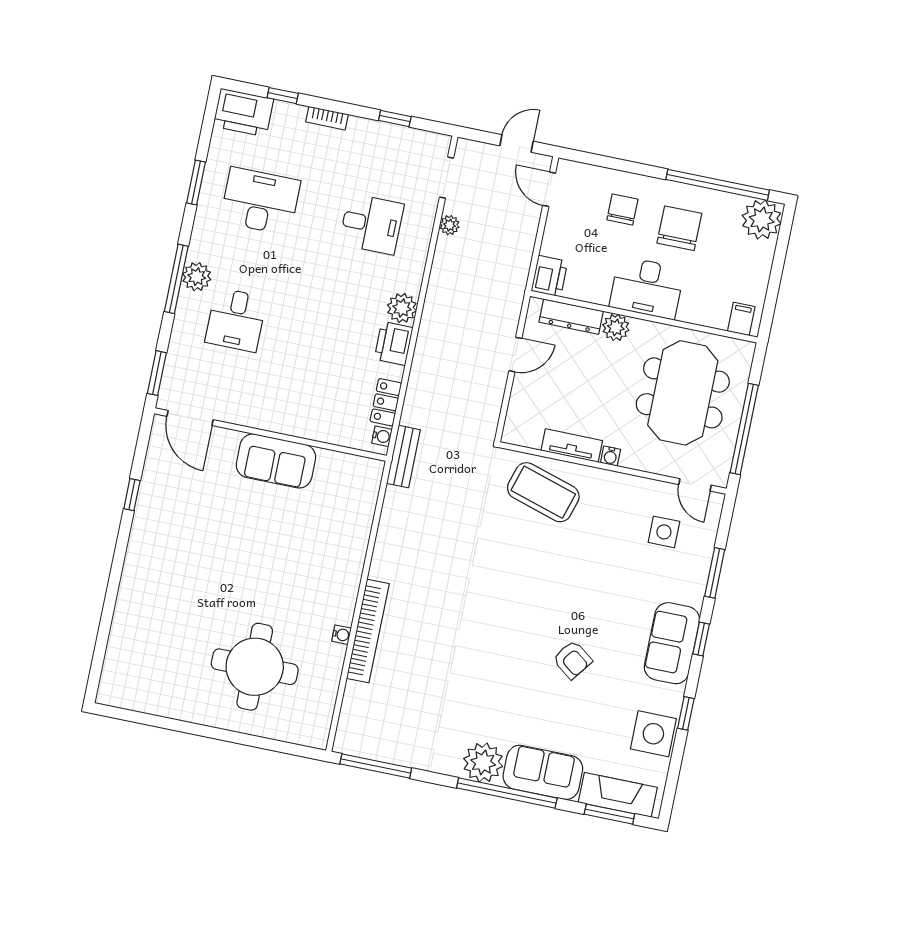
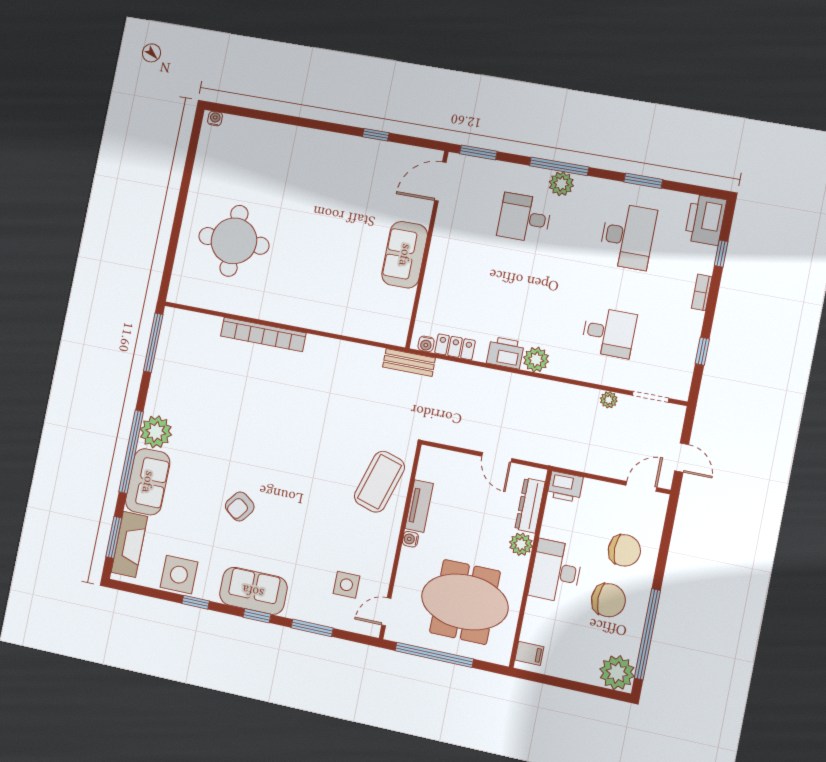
chair: (622, 209) -> (624, 550), width x1.37, depth x1.37
desk: (372, 224) -> (609, 332), turned -90
water cooler: (341, 635) -> (215, 119), moved, turned 180

